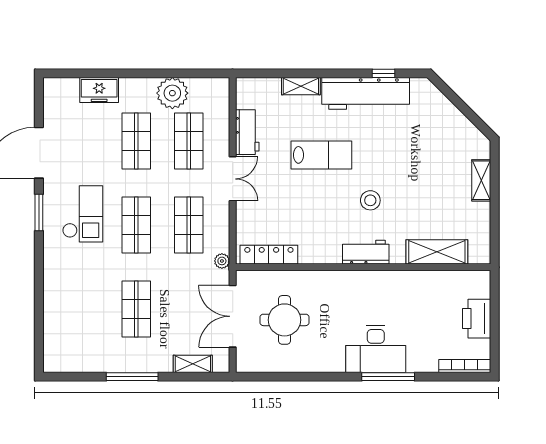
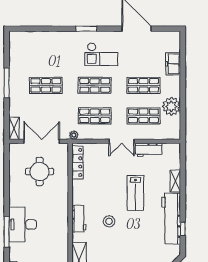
window: (39, 213) -> (86, 29), moved
shelving: (193, 364) -> (14, 128), moved

